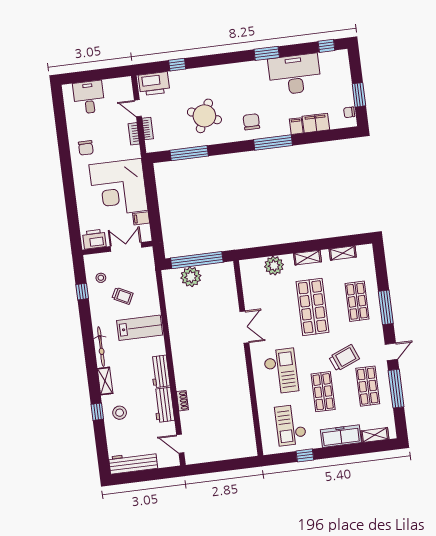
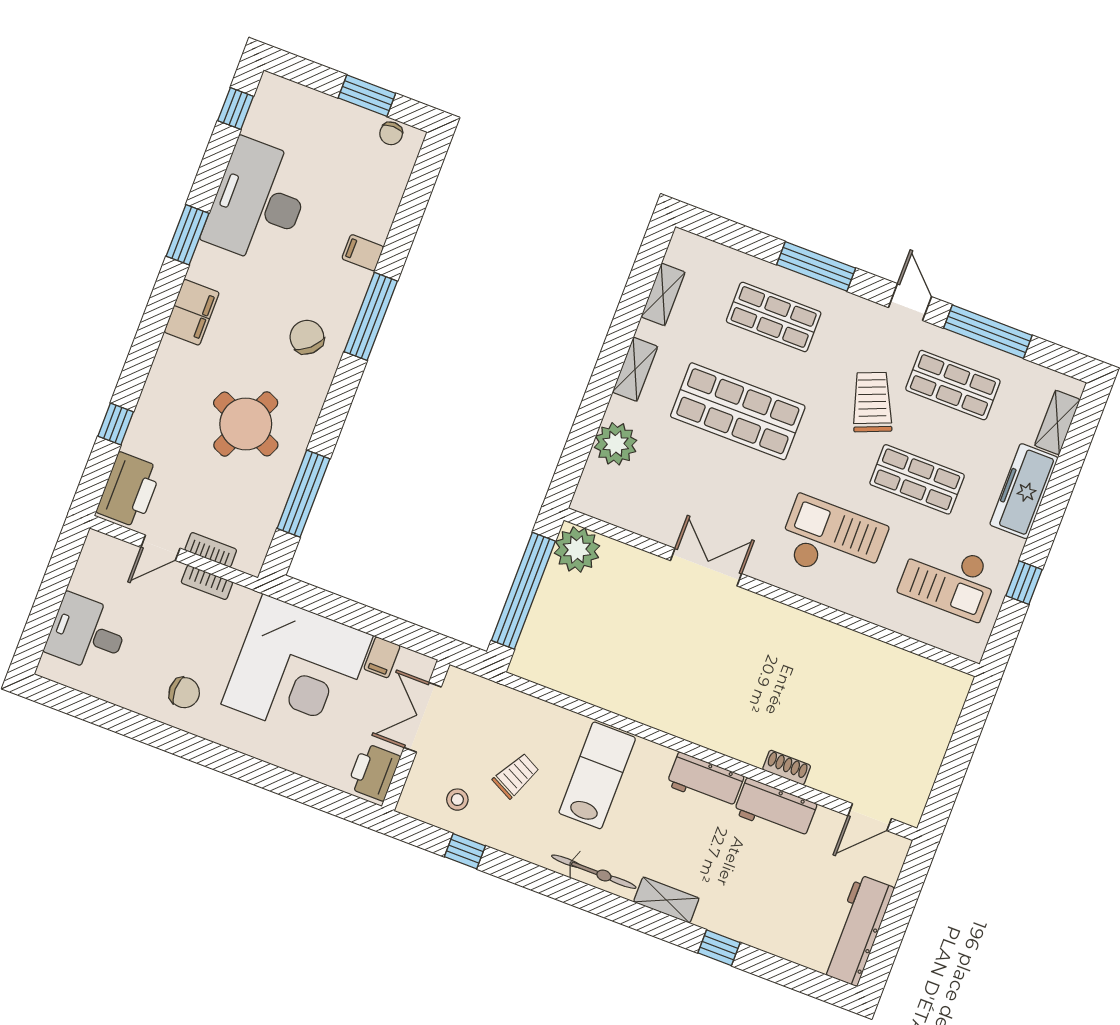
chair: (251, 122) -> (307, 337), turned 47
filing cabinet: (316, 123) -> (192, 312), moved, turned 180
plant: (191, 277) -> (577, 549), moved
stool: (120, 413) -> (744, 905), removed

